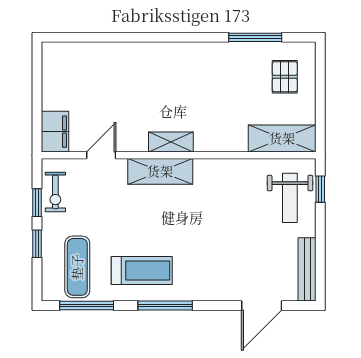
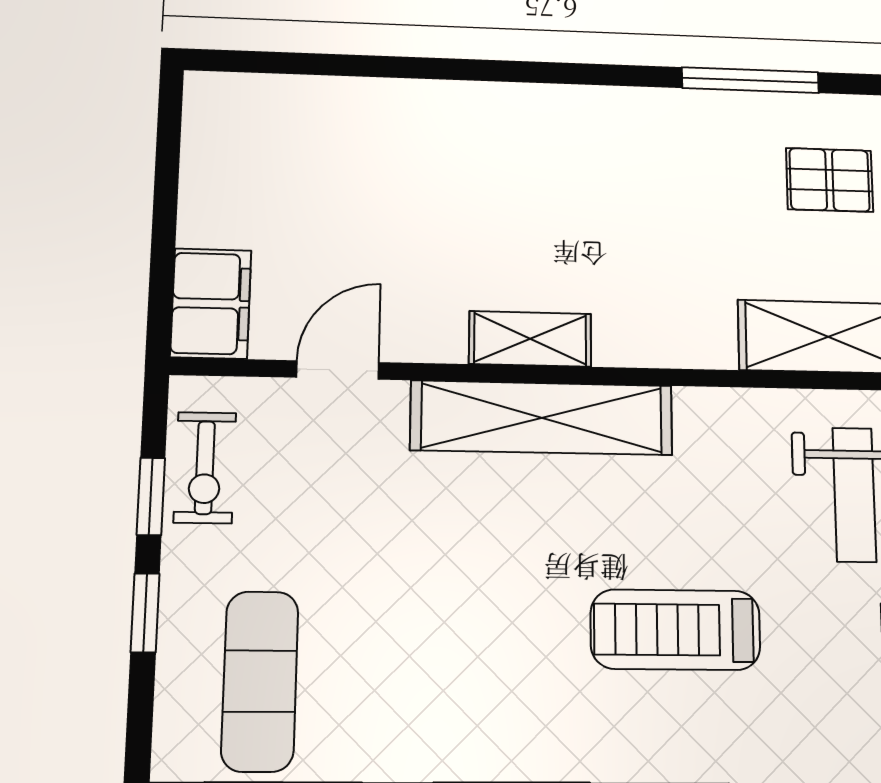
pallet: (285, 77) -> (830, 180), turned 90
shelving: (160, 171) -> (542, 418), width x1.47
treadmill: (142, 270) -> (676, 630), moved, turned 180

